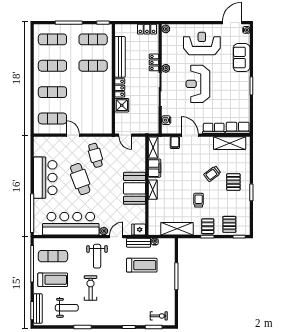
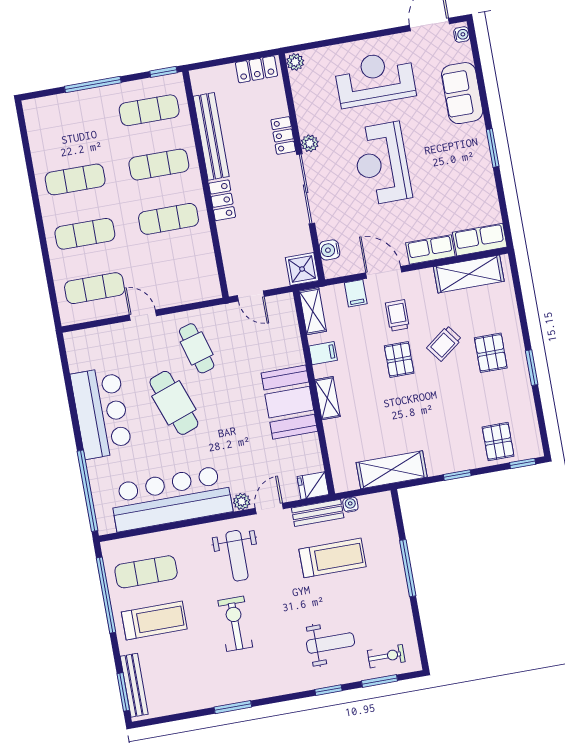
exercise mat: (52, 39) -> (169, 219), moved
shower: (122, 105) -> (302, 269), moved
filing cabinet: (154, 168) -> (323, 353), width x0.50
trolley: (199, 200) -> (397, 315), moved
pallet: (208, 226) -> (399, 360), moved
weight bench: (67, 308) -> (330, 643), moved

